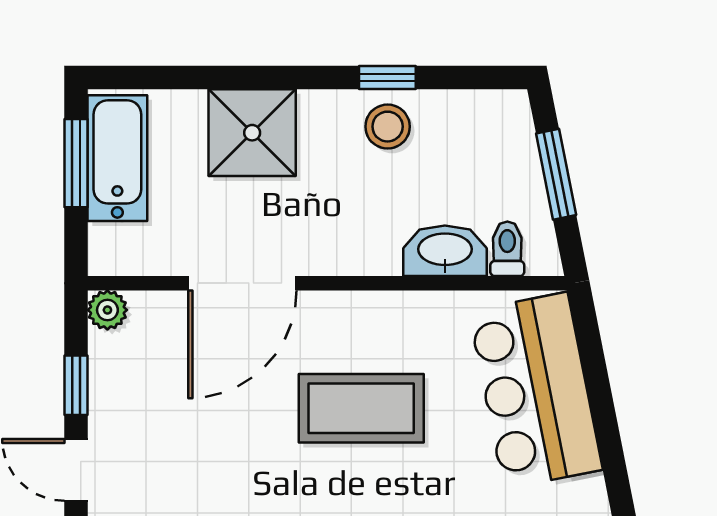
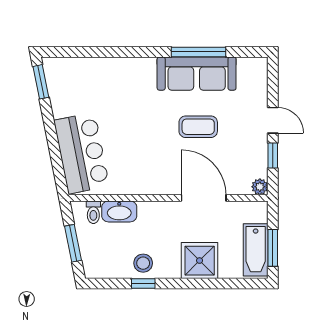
door: (242, 283) -> (204, 198), hinge flipped
coffee table: (361, 408) -> (198, 127), moved, width x0.73, depth x0.76

